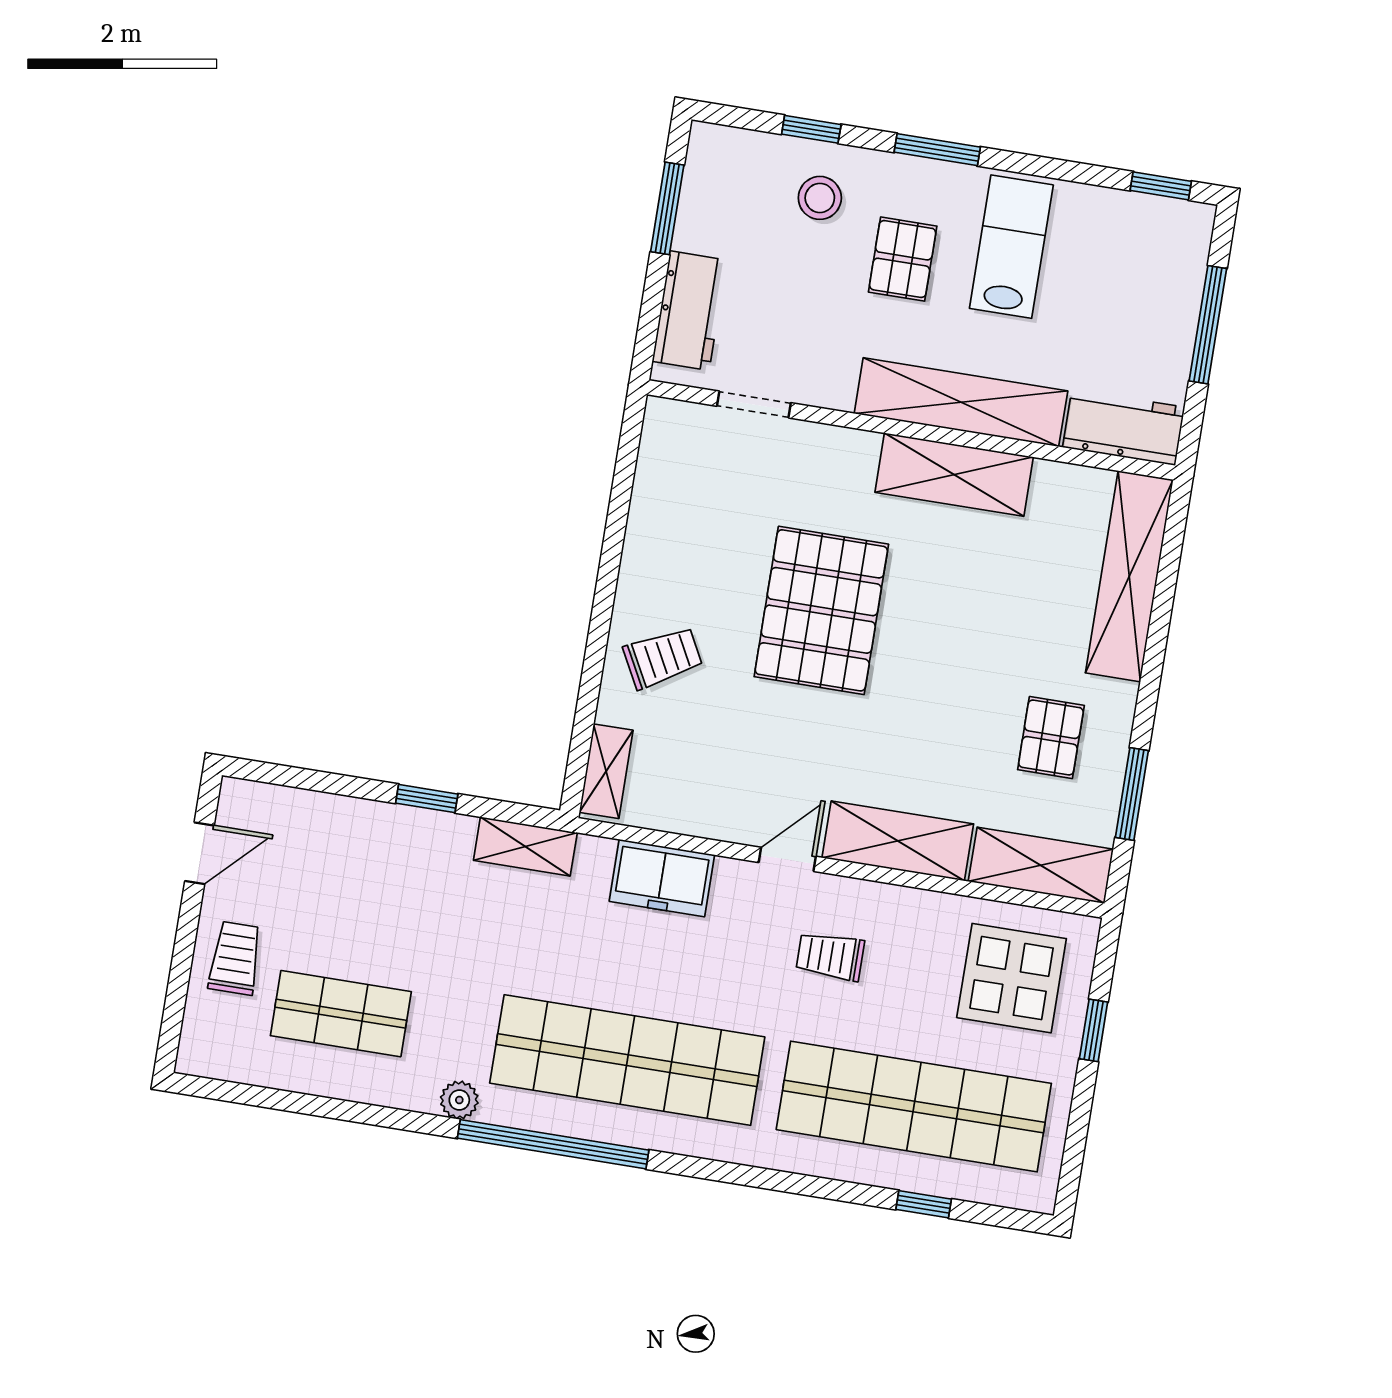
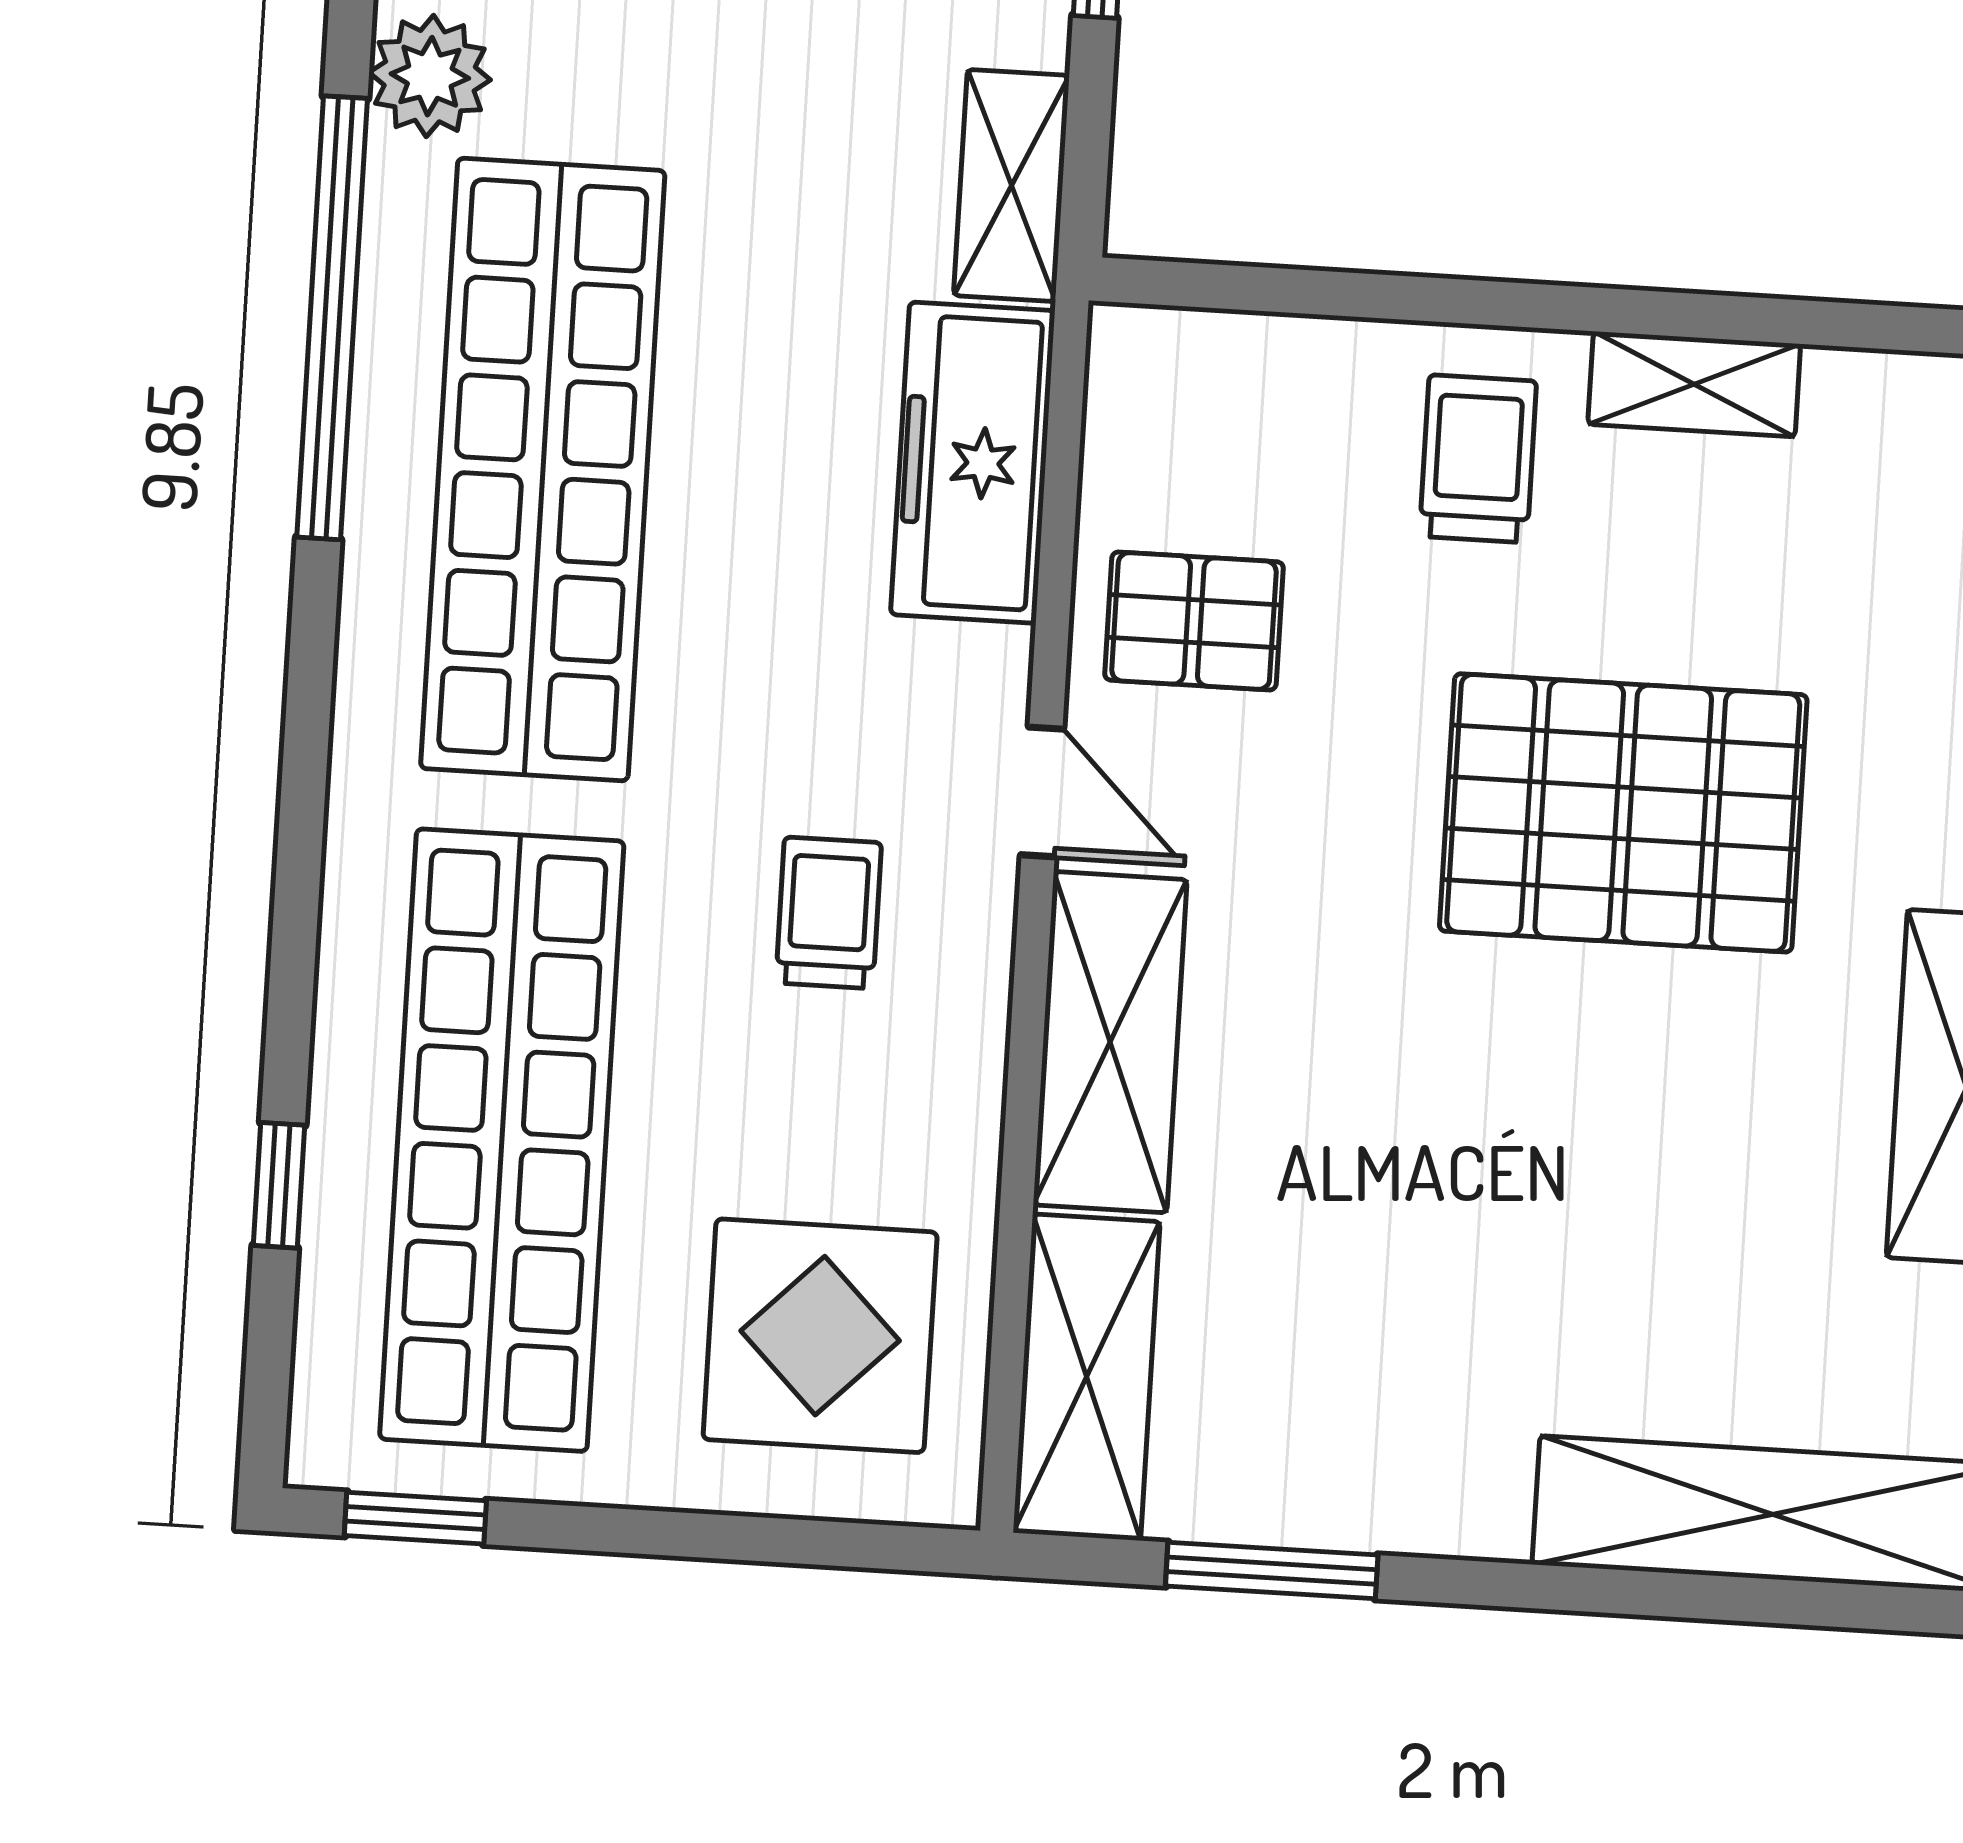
trolley: (663, 658) -> (1478, 459), turned -152
pallet: (1051, 737) -> (1194, 621), moved
shelving: (606, 771) -> (1694, 384), moved
freezer: (662, 878) -> (973, 463), width x1.40
window: (1094, 1030) -> (415, 1518), moved
plant: (459, 1100) -> (430, 76), width x1.38, depth x1.38

